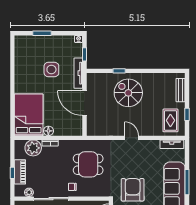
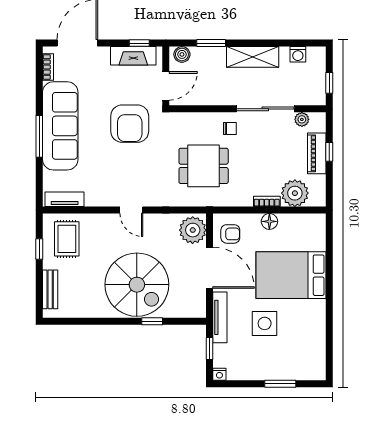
spiral stairs: (128, 93) -> (137, 285), width x1.37, depth x1.37
bed: (29, 115) -> (291, 275), moved, turned 90
armchair: (72, 123) -> (230, 234), added
plant: (95, 126) -> (193, 230), added

